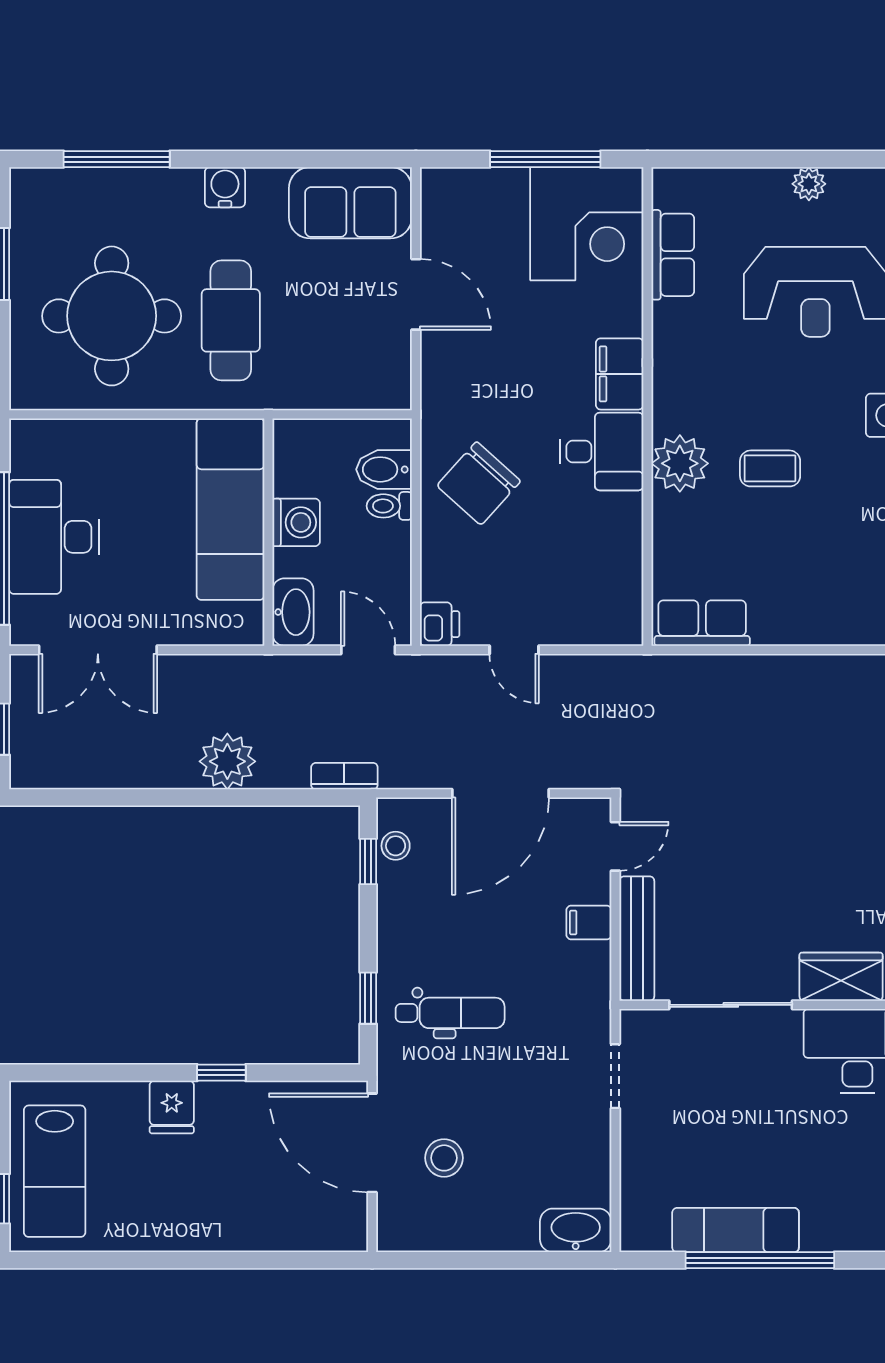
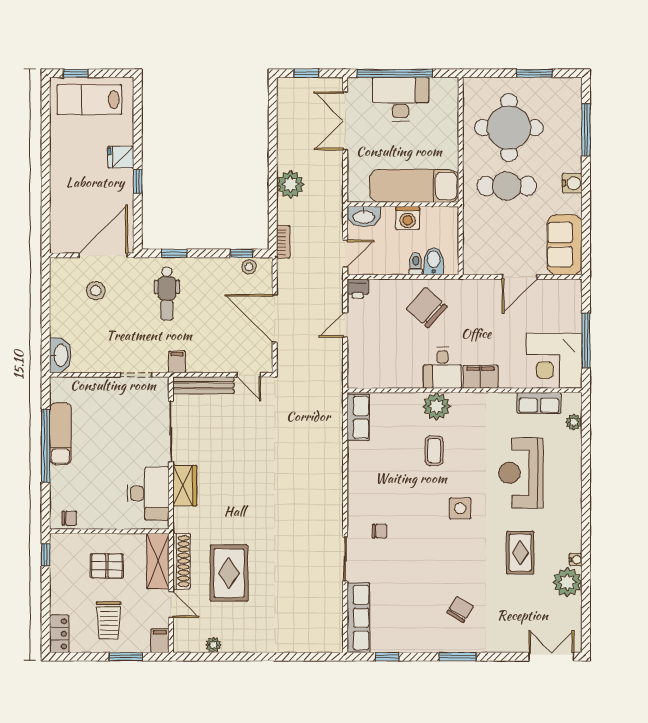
plant: (809, 184) -> (574, 422), moved
filing cabinet: (589, 923) -> (177, 362), moved

